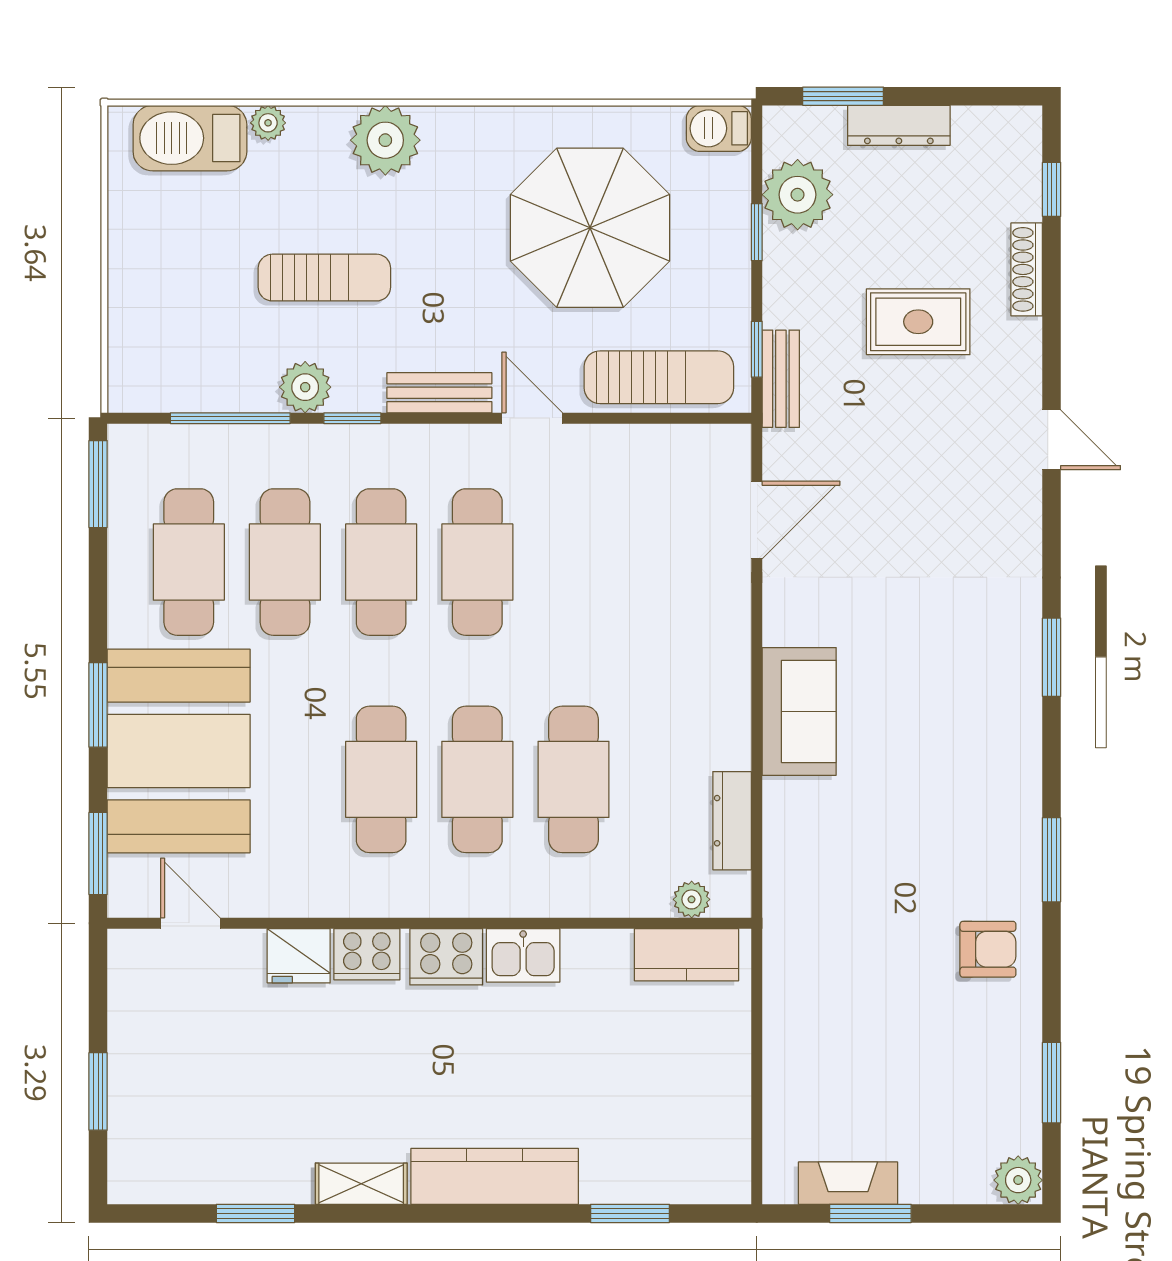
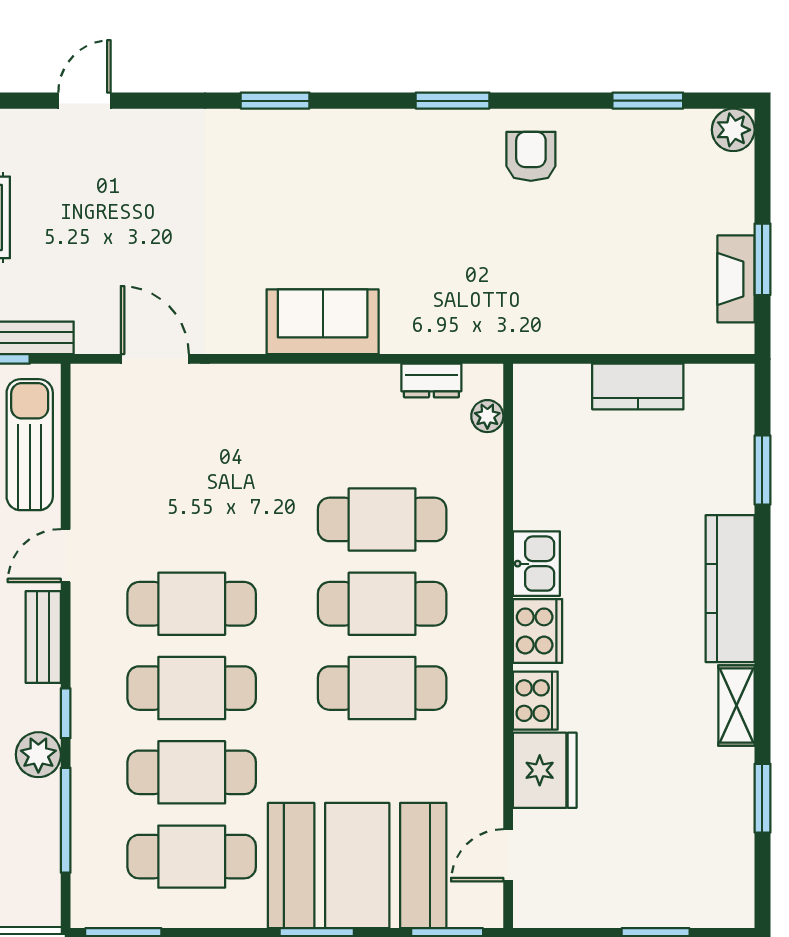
dresser: (732, 821) -> (431, 381), width x0.70
kitchen counter: (687, 955) -> (638, 386), moved, turned 90
fridge: (299, 956) -> (545, 770), width x1.36, depth x1.34

